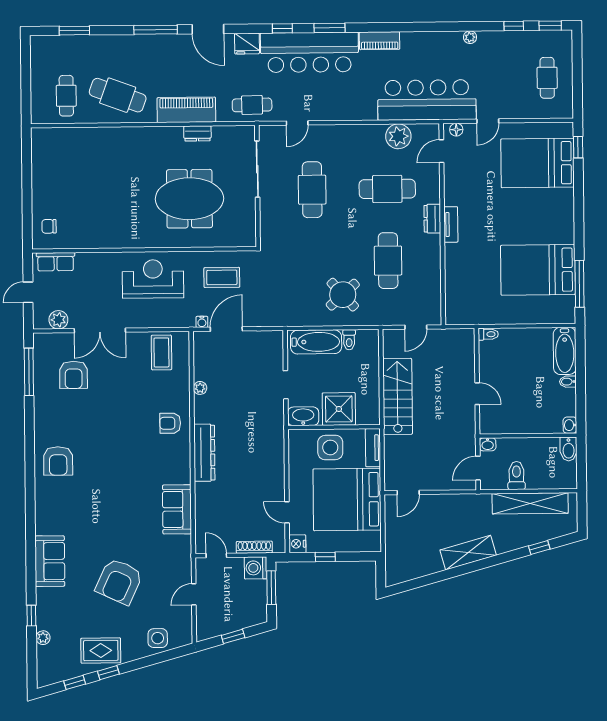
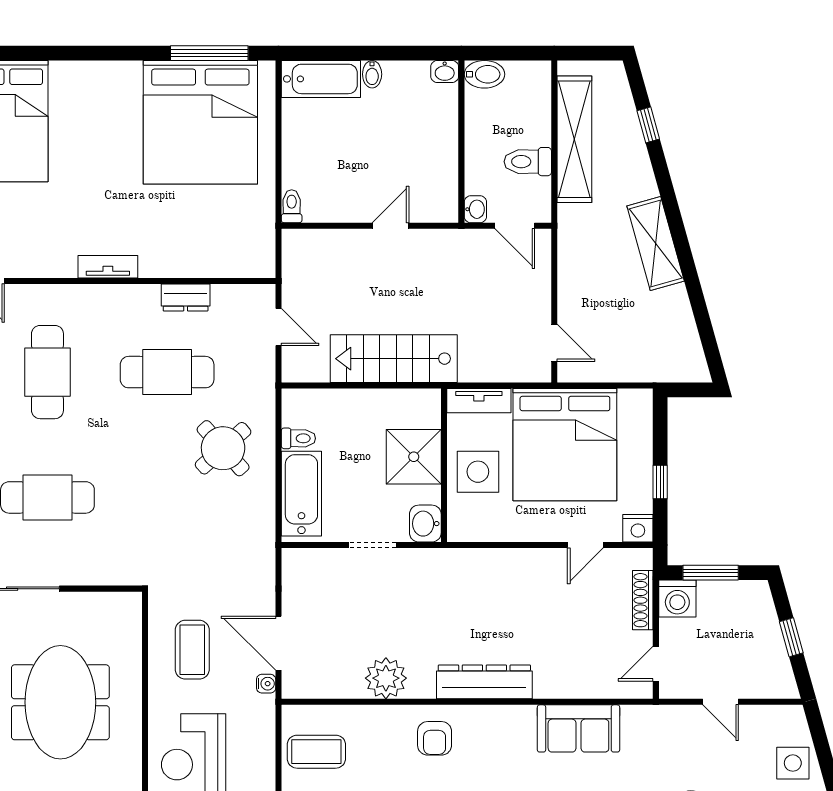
dresser: (432, 219) -> (186, 297), moved
bed: (538, 270) -> (200, 122), width x1.36
plant: (200, 388) -> (386, 678), width x1.88, depth x1.88
washbasin: (303, 416) -> (425, 524), width x0.72

